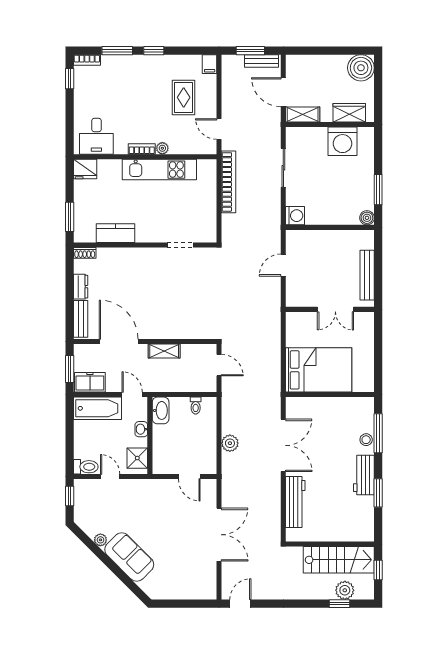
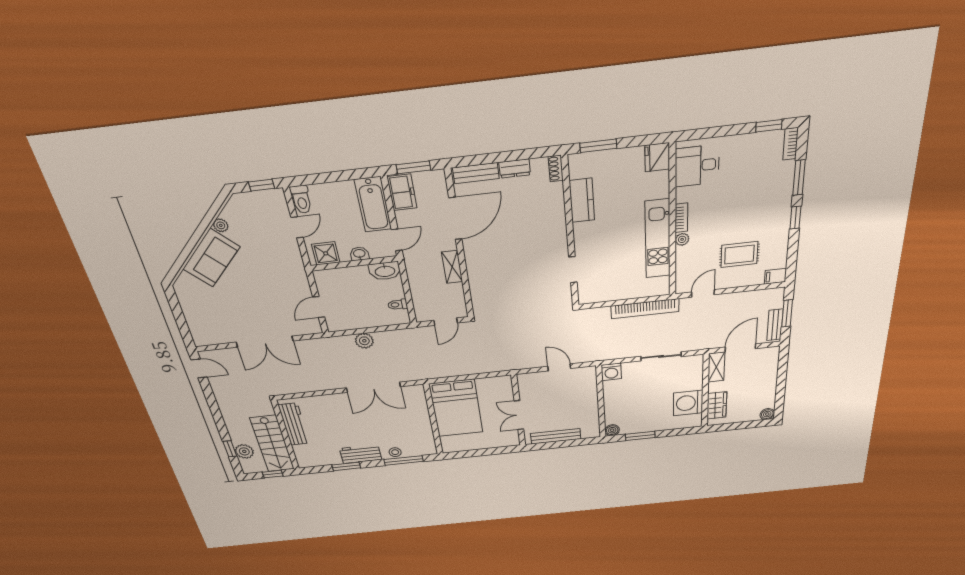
boiler: (361, 68) -> (767, 414), width x0.54, depth x0.54
workbench: (295, 502) -> (294, 424), moved, turned -90

